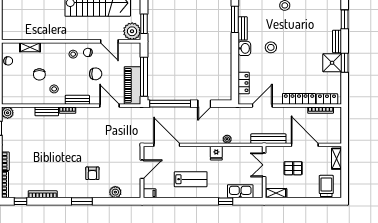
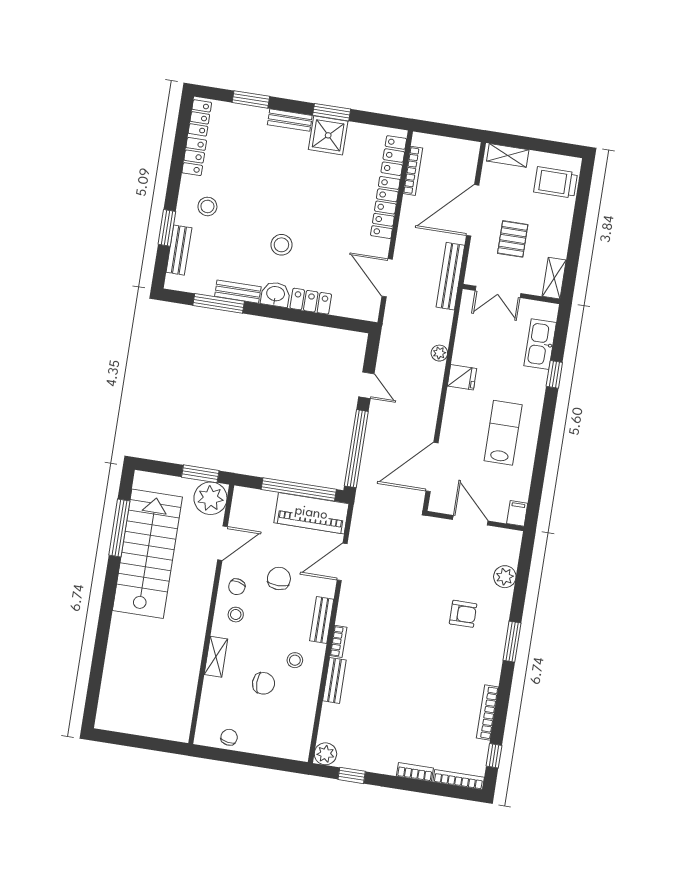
shelving: (30, 47) -> (216, 657), moved
locker: (244, 83) -> (311, 301), moved

